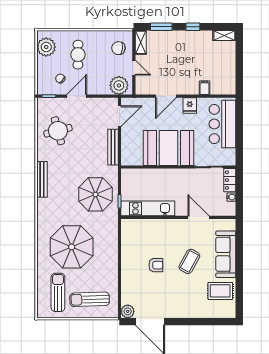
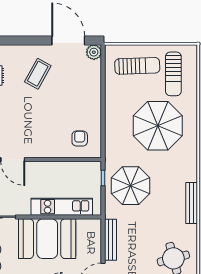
kitchen unit: (148, 208) -> (62, 207), moved, turned 180
coffee table: (189, 261) -> (38, 74), moved
armchair: (156, 265) -> (80, 138), moved, turned 90

